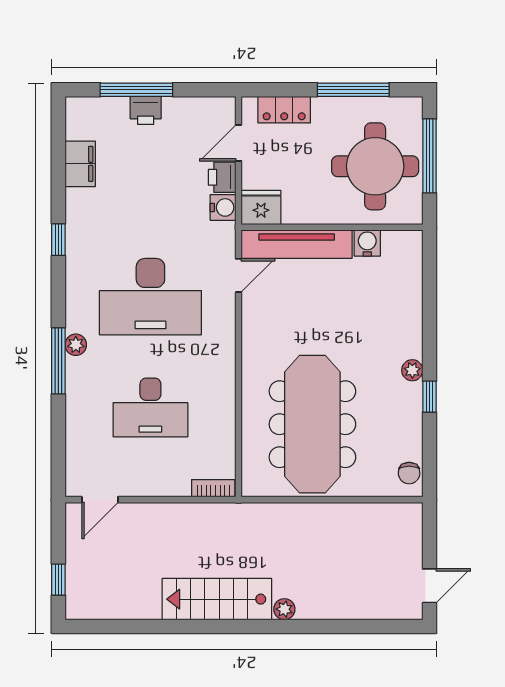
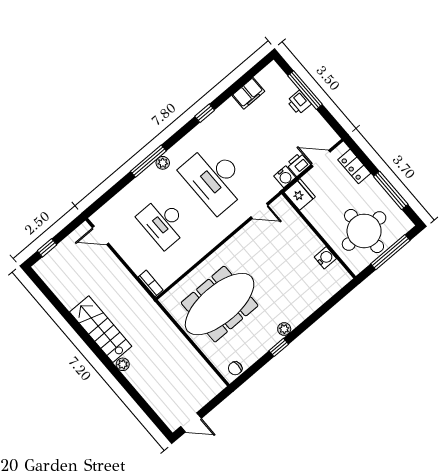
tv unit: (297, 244) -> (297, 225), removed

